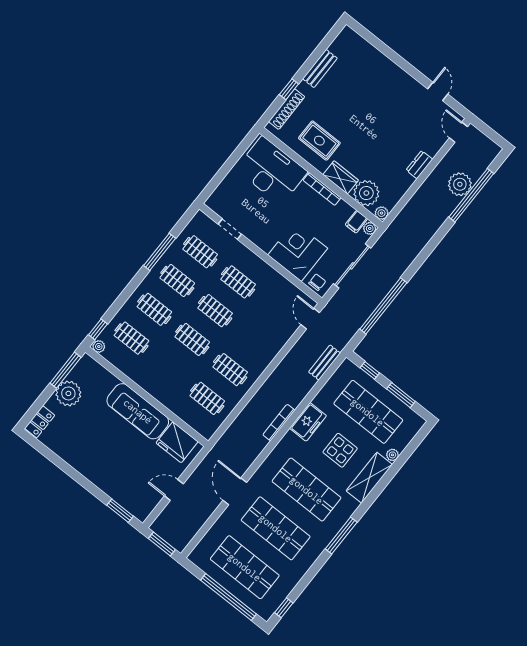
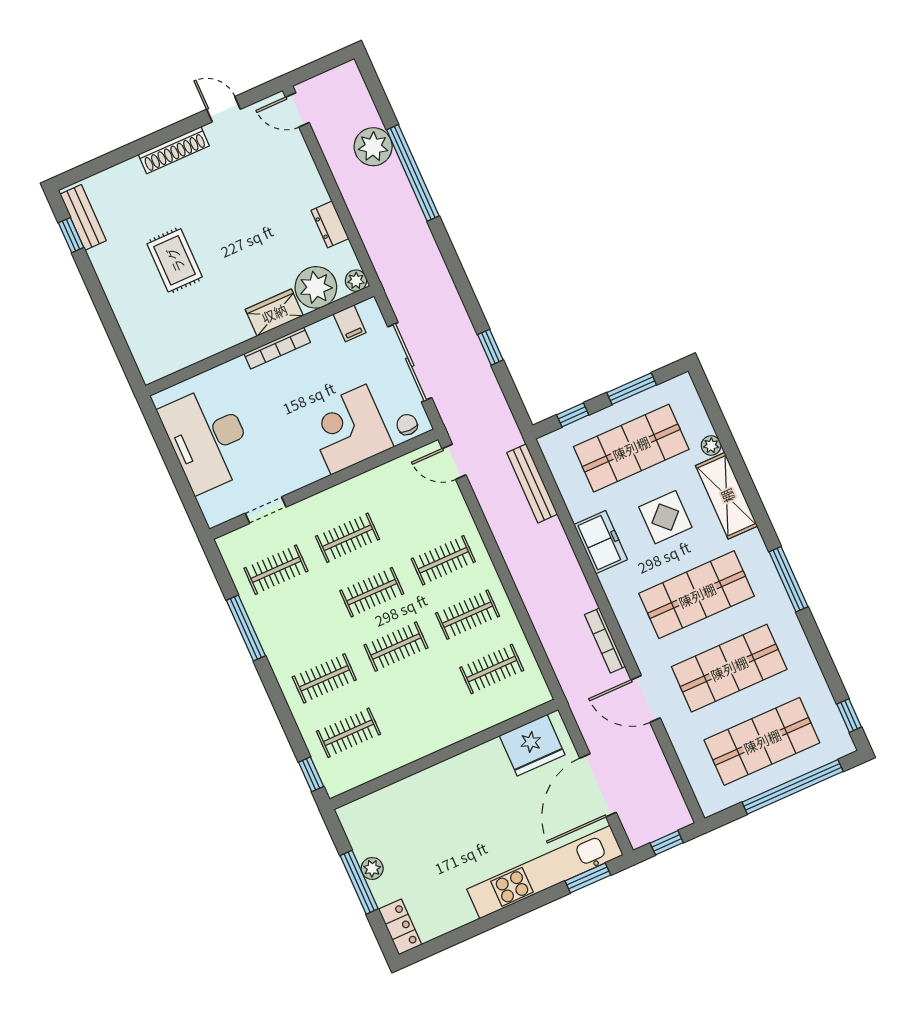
bench: (320, 68) -> (83, 217), moved
window: (289, 89) -> (71, 235), moved
shoe rack: (287, 109) -> (174, 150), moved, turned 90
rug: (319, 141) -> (175, 260), moved, turned 90
dresser: (419, 165) -> (330, 224), moved
desk: (272, 171) -> (208, 439), moved, turned -90
window: (471, 195) -> (413, 173), moved
plant: (370, 228) -> (369, 309), removed
clothes rail: (177, 281) -> (443, 560), moved
window: (383, 306) -> (490, 347), width x0.32
plant: (99, 347) -> (336, 786), removed
bench: (325, 363) -> (532, 483), width x1.36
window: (65, 370) -> (359, 882), moved
plant: (68, 393) -> (372, 868), width x0.53, depth x0.53
sofa: (138, 411) -> (458, 778), removed
bookcase: (279, 423) -> (605, 641), moved
kitchen unit: (111, 486) -> (545, 872), added
door: (174, 490) -> (598, 785), width x1.88
window: (162, 544) -> (667, 843), width x0.67

